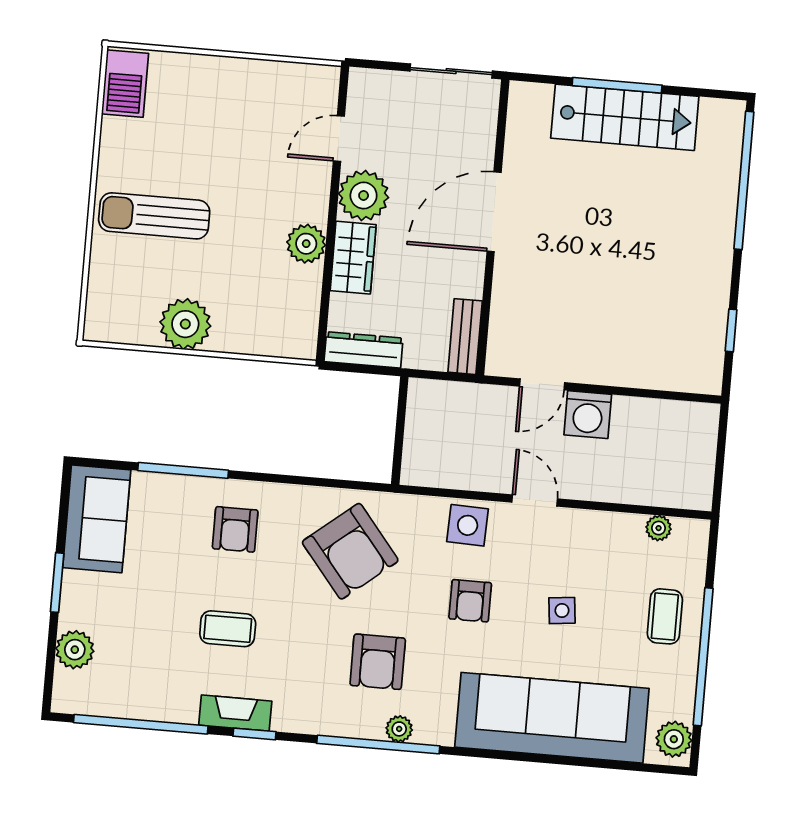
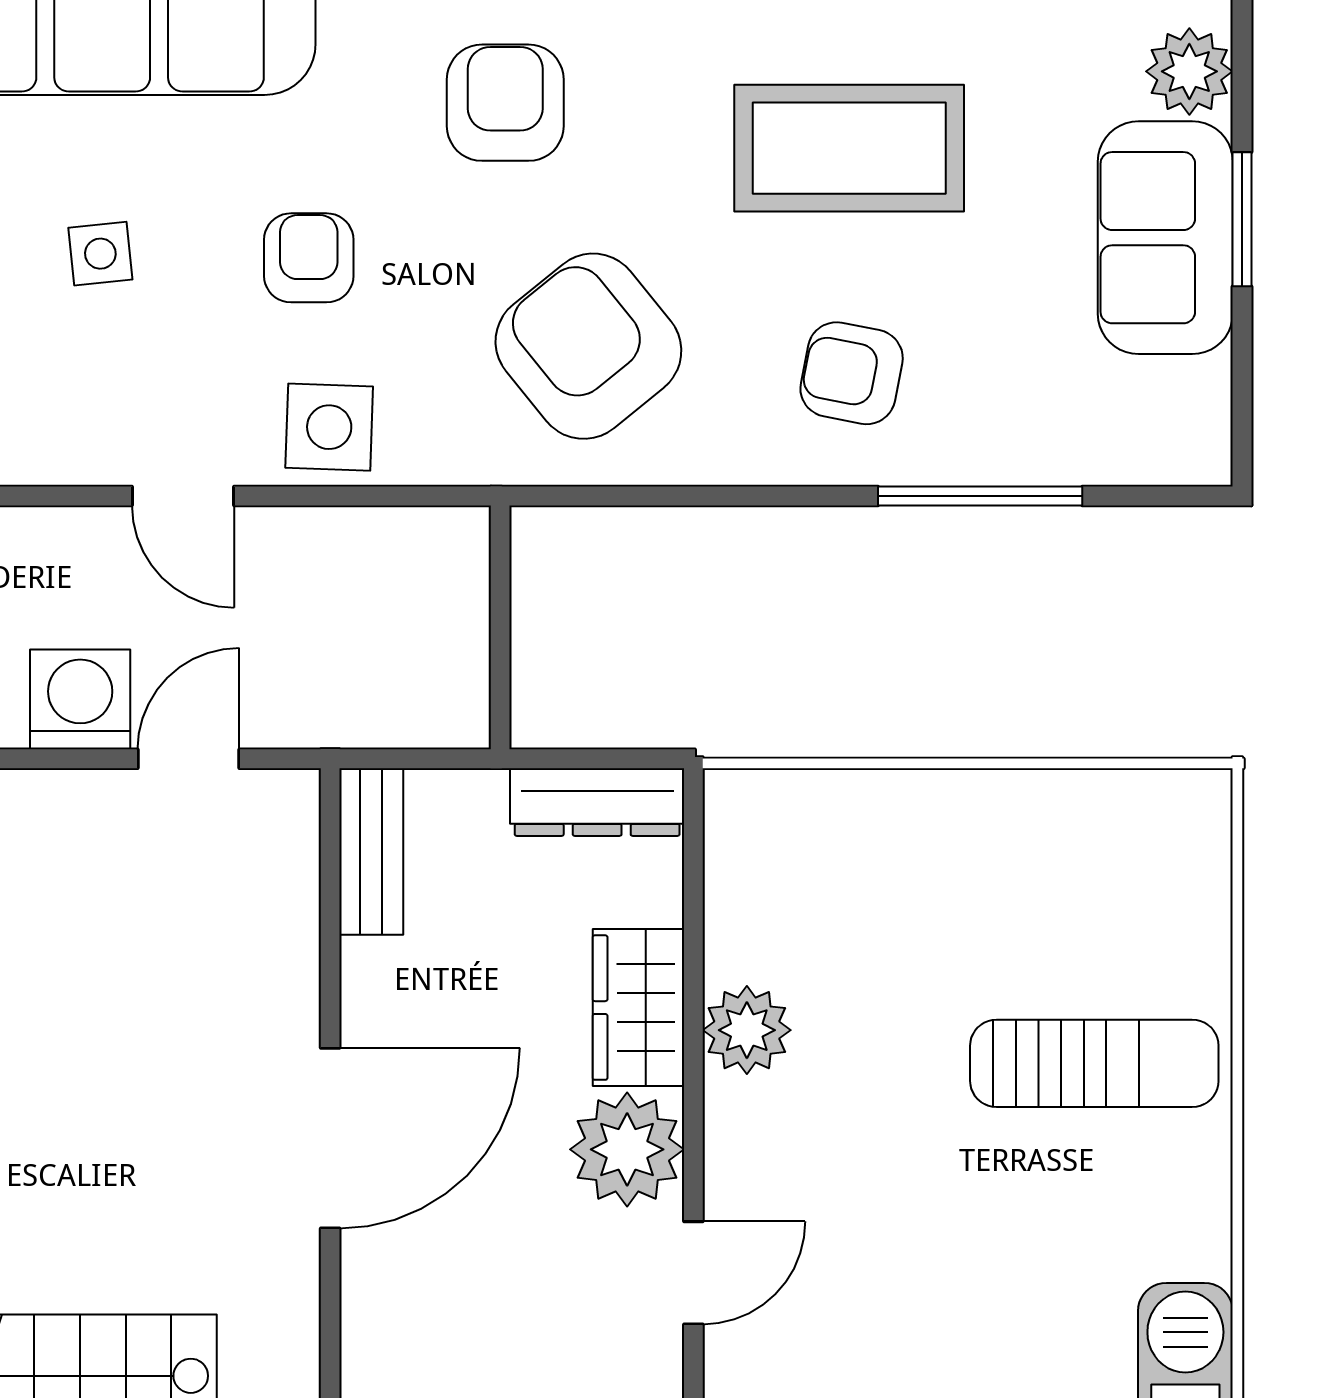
plant: (185, 324) -> (1003, 826), removed
sofa: (97, 519) -> (1165, 238), moved
armchair: (235, 529) -> (852, 373), turned -79
coffee table: (228, 629) -> (849, 148), width x1.86, depth x1.72

